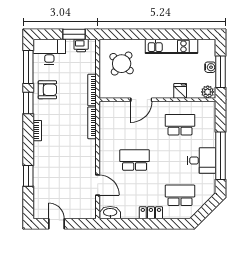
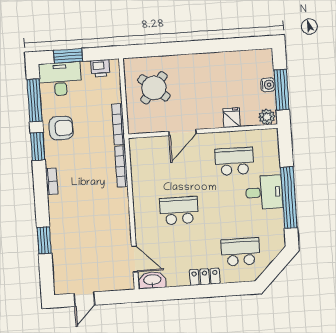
window: (74, 34) -> (68, 56), moved
kitchen unit: (171, 46) -> (216, 61), removed
desk: (202, 160) -> (264, 192), moved
door: (98, 185) -> (135, 259), moved
door: (56, 224) -> (84, 299), swing flipped

